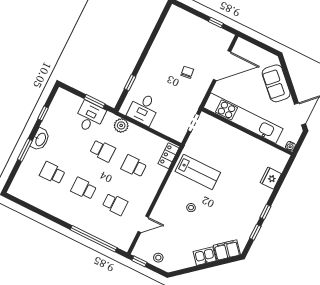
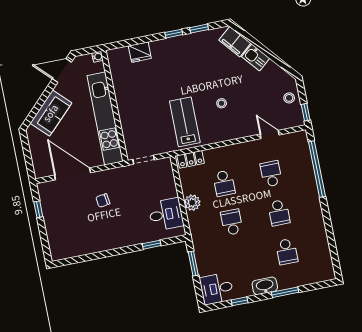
desk: (90, 117) -> (217, 289), moved
plant: (121, 125) -> (192, 203), moved

